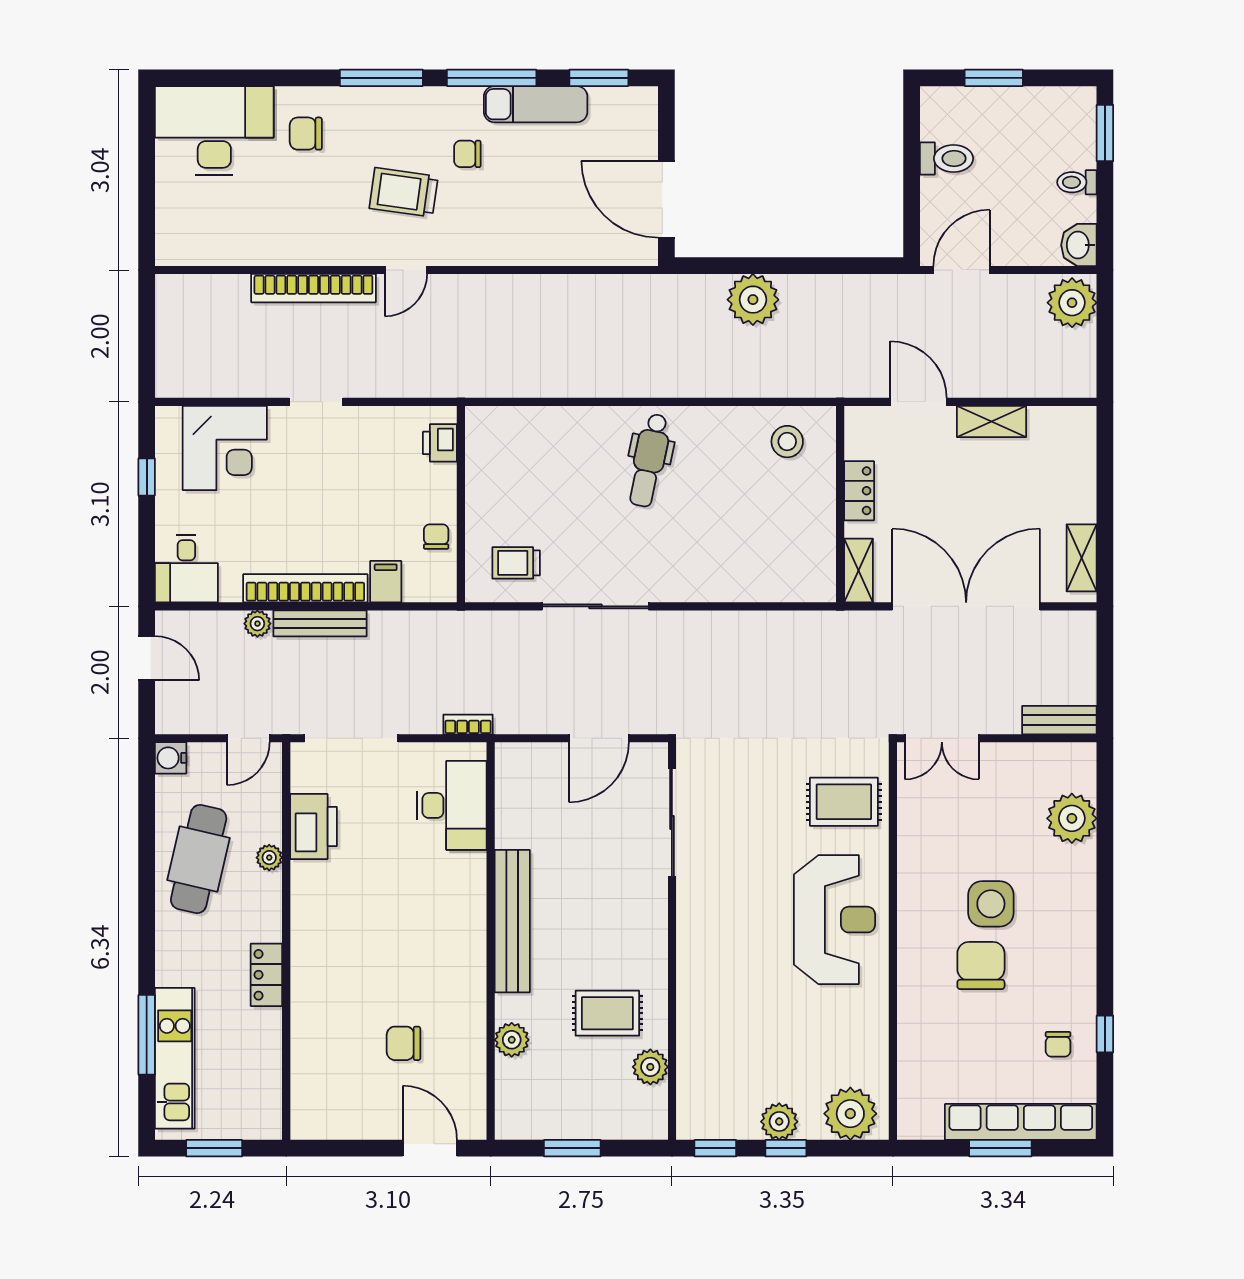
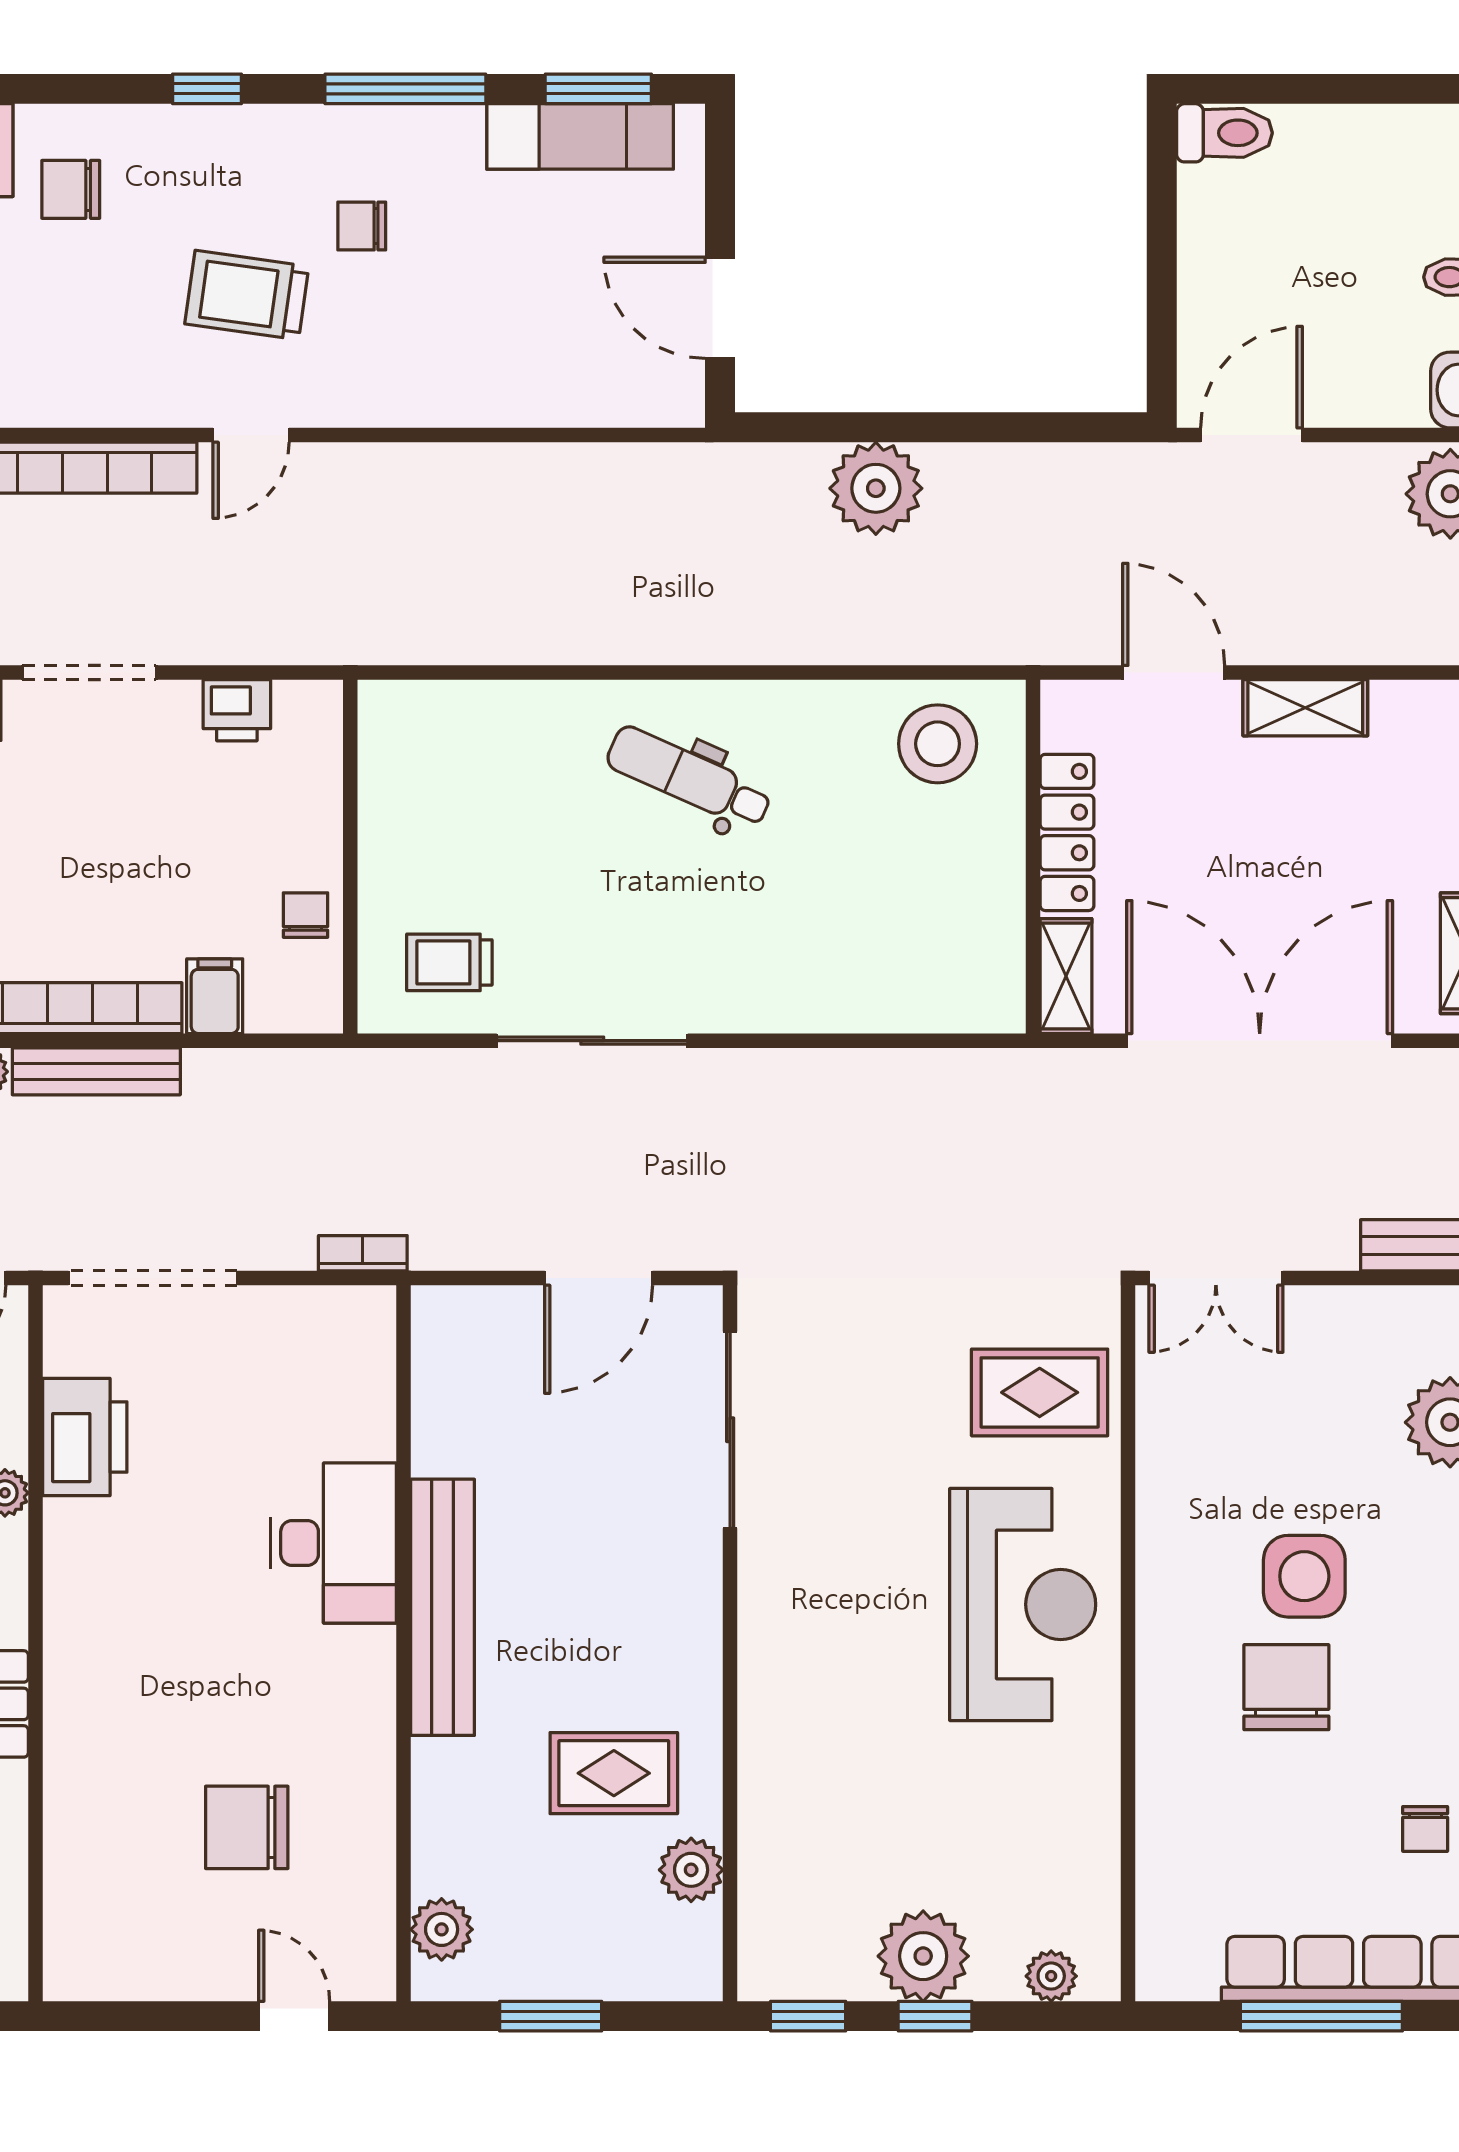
window: (381, 78) -> (207, 89), width x0.46
window: (994, 78) -> (1309, 89), removed
exam couch: (536, 104) -> (580, 136), moved
toilet: (947, 158) -> (1224, 133), moved
door: (666, 199) -> (720, 308), width x0.73
doorway: (316, 402) -> (89, 673), width x1.38
stool: (787, 442) -> (938, 744), width x1.38, depth x1.38
printer: (440, 443) -> (237, 710), moved, turned -90
dental chair: (649, 460) -> (689, 777), turned 102
locker: (859, 491) -> (1067, 832), width x1.53
desk: (452, 805) -> (334, 1543), moved
plant: (512, 1040) -> (442, 1929), moved
chair: (404, 1043) -> (247, 1827), width x1.37, depth x1.37
plant: (850, 1114) -> (1051, 1976), width x0.53, depth x0.53
plant: (779, 1122) -> (923, 1956), width x1.36, depth x1.36
door: (430, 1148) -> (294, 2016), width x0.73
window: (1000, 1148) -> (1321, 2016), width x1.44

